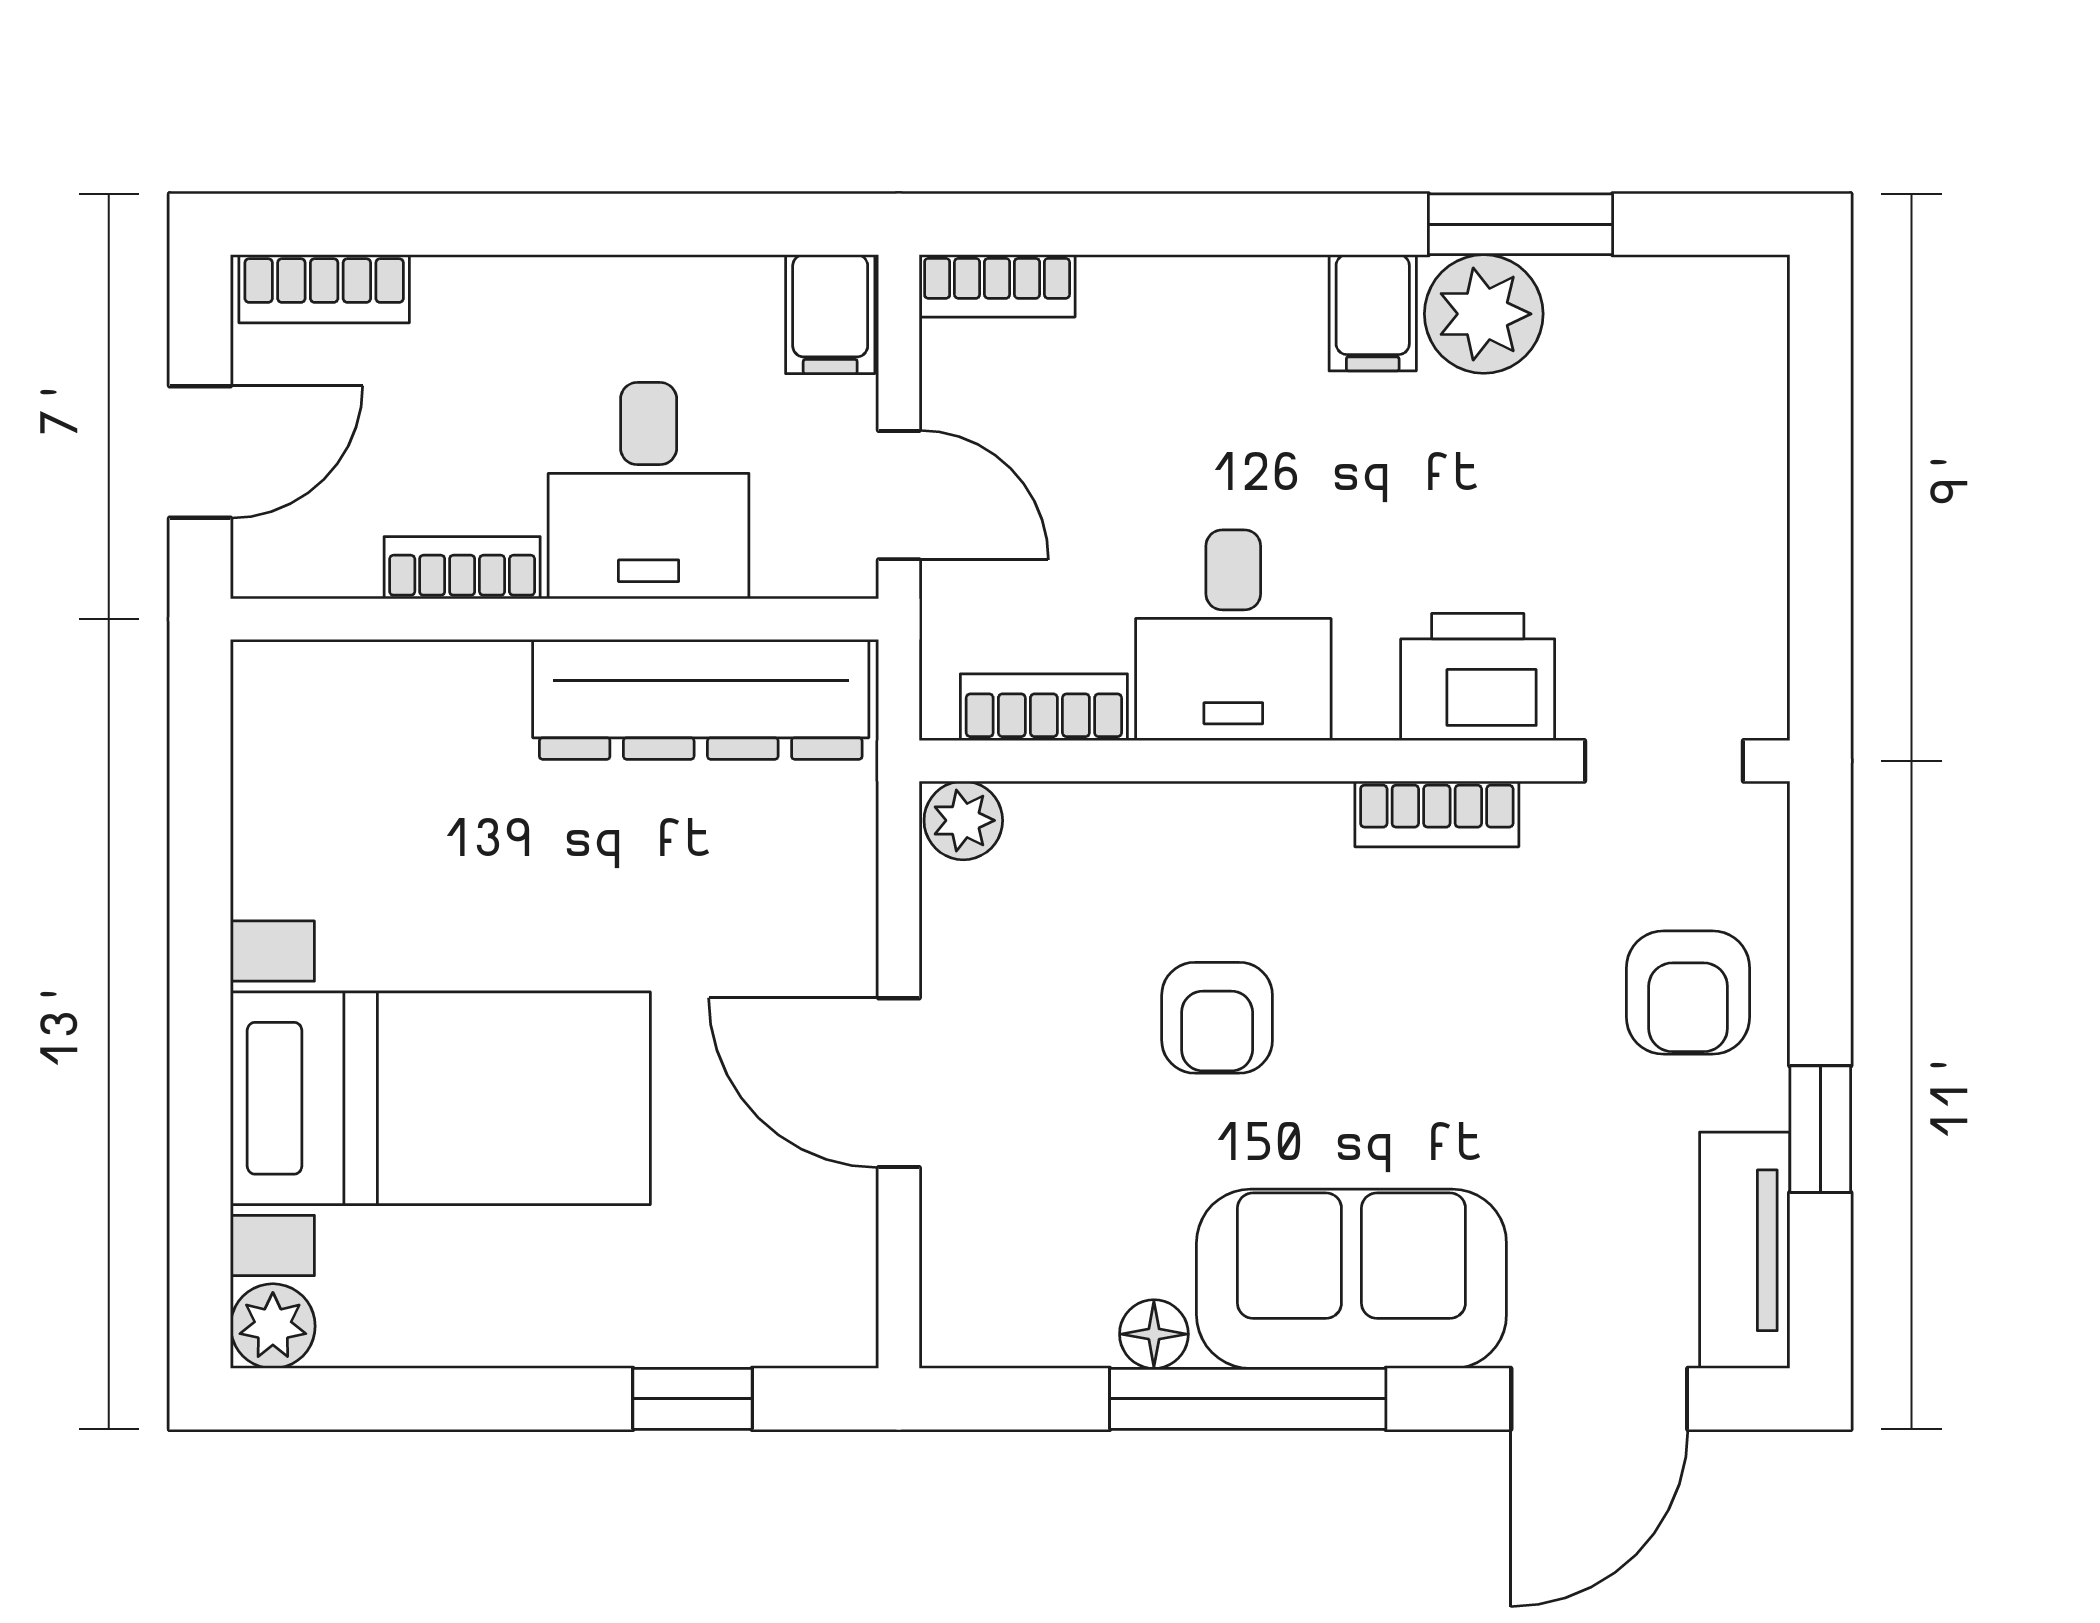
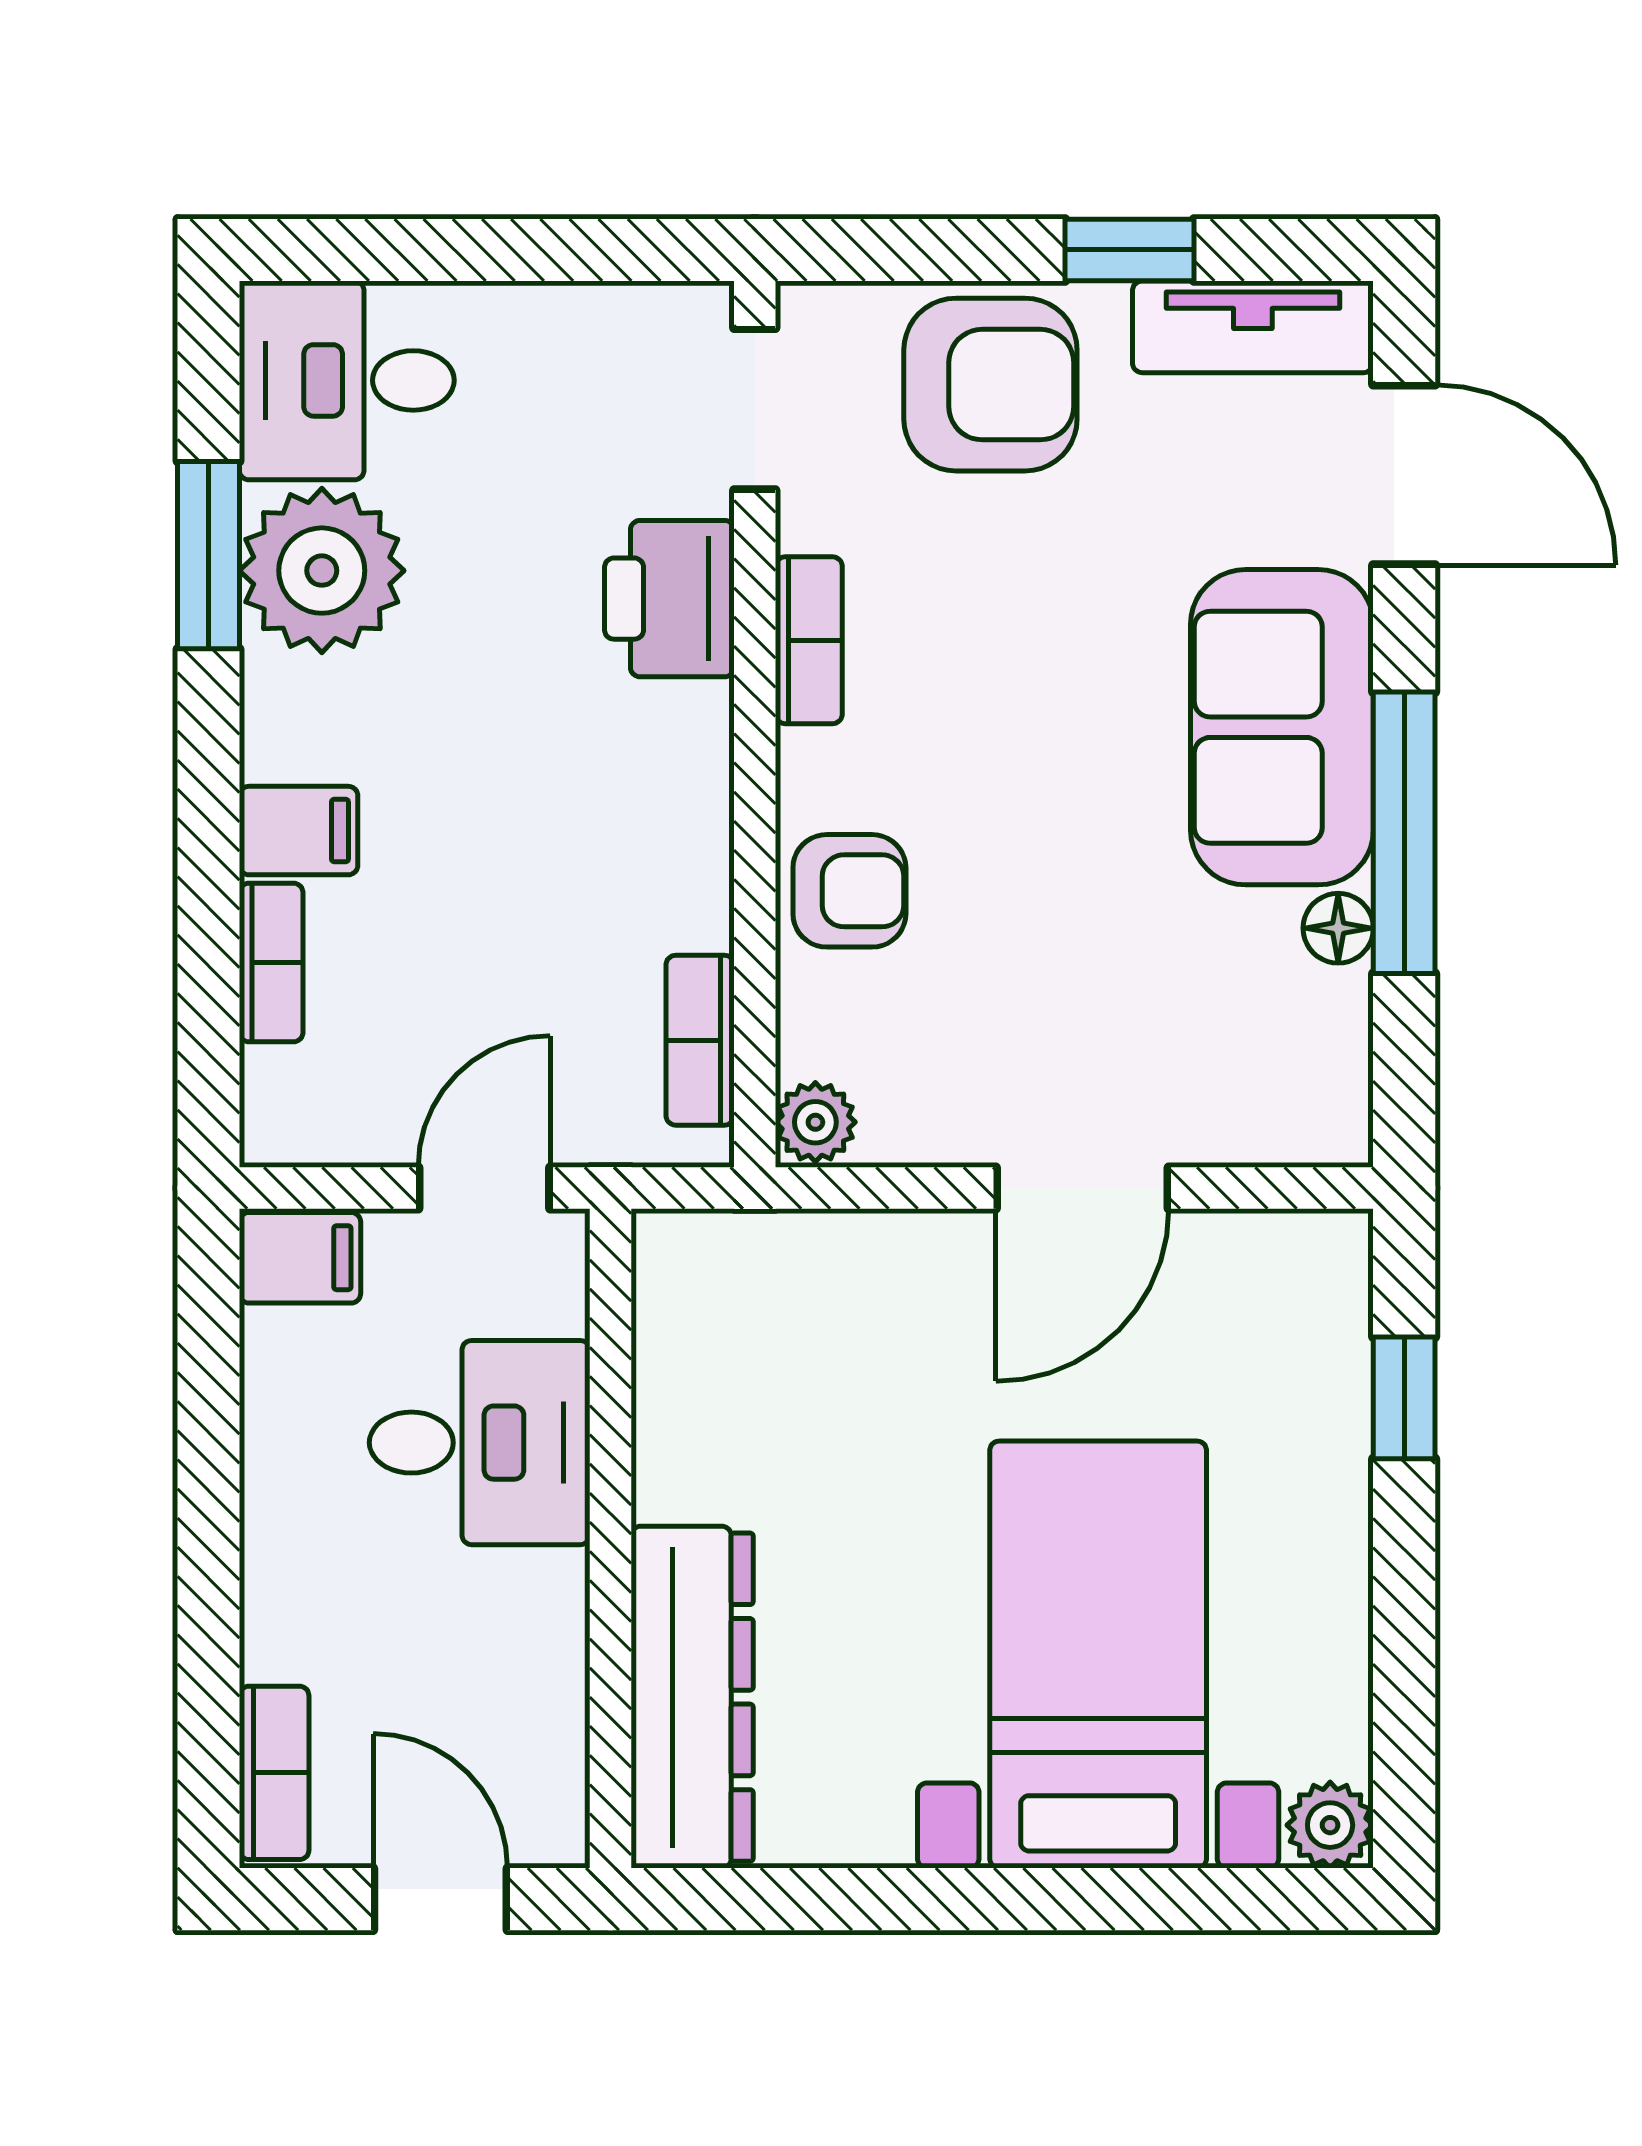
bookcase: (997, 286) -> (271, 963), moved
filing cabinet: (1373, 313) -> (299, 831), moved
plant: (1484, 314) -> (322, 571), width x1.36, depth x1.36
bookcase: (462, 568) -> (558, 1632), removed
desk: (1233, 635) -> (347, 380), moved, turned 180
dresser: (701, 699) -> (692, 1697), moved
armchair: (1688, 992) -> (990, 385), width x1.38, depth x1.38
armchair: (1217, 1018) -> (849, 891), moved

